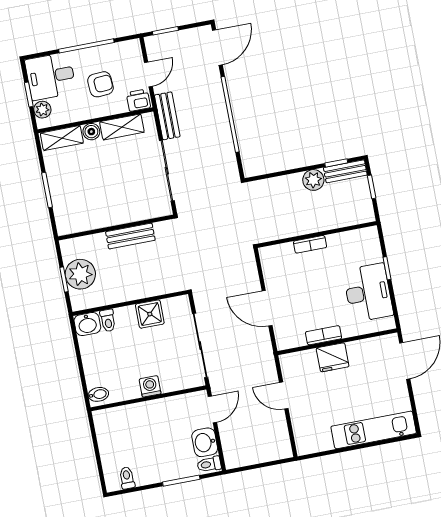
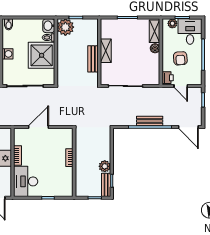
bench: (167, 116) -> (150, 121), moved
shelving: (122, 127) -> (106, 51), moved
plant: (80, 274) -> (65, 27), moved
desk: (368, 293) -> (26, 181), moved, turned 90
shower: (150, 314) -> (42, 55), width x1.86, depth x1.86

